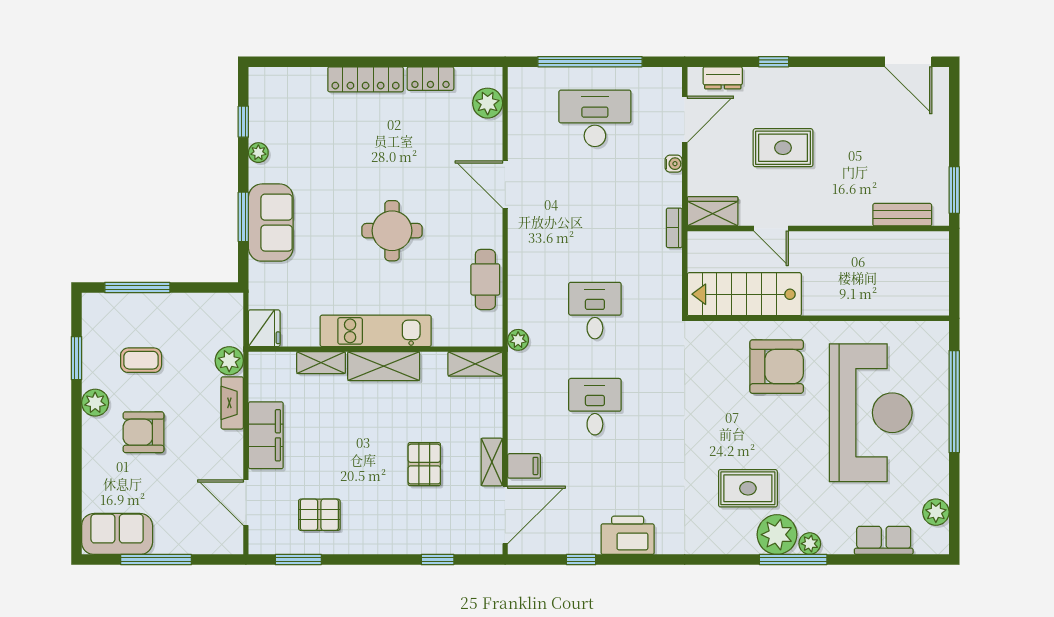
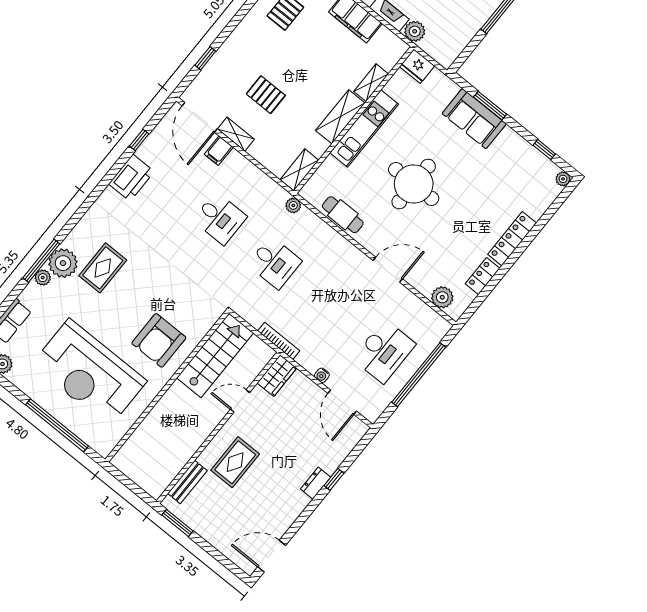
dresser: (723, 78) -> (316, 483), moved
rug: (783, 148) -> (235, 462), moved
plant: (258, 153) -> (563, 179), moved
bookcase: (674, 228) -> (279, 341), width x1.56
round table: (392, 231) -> (414, 184), width x1.36, depth x1.36

